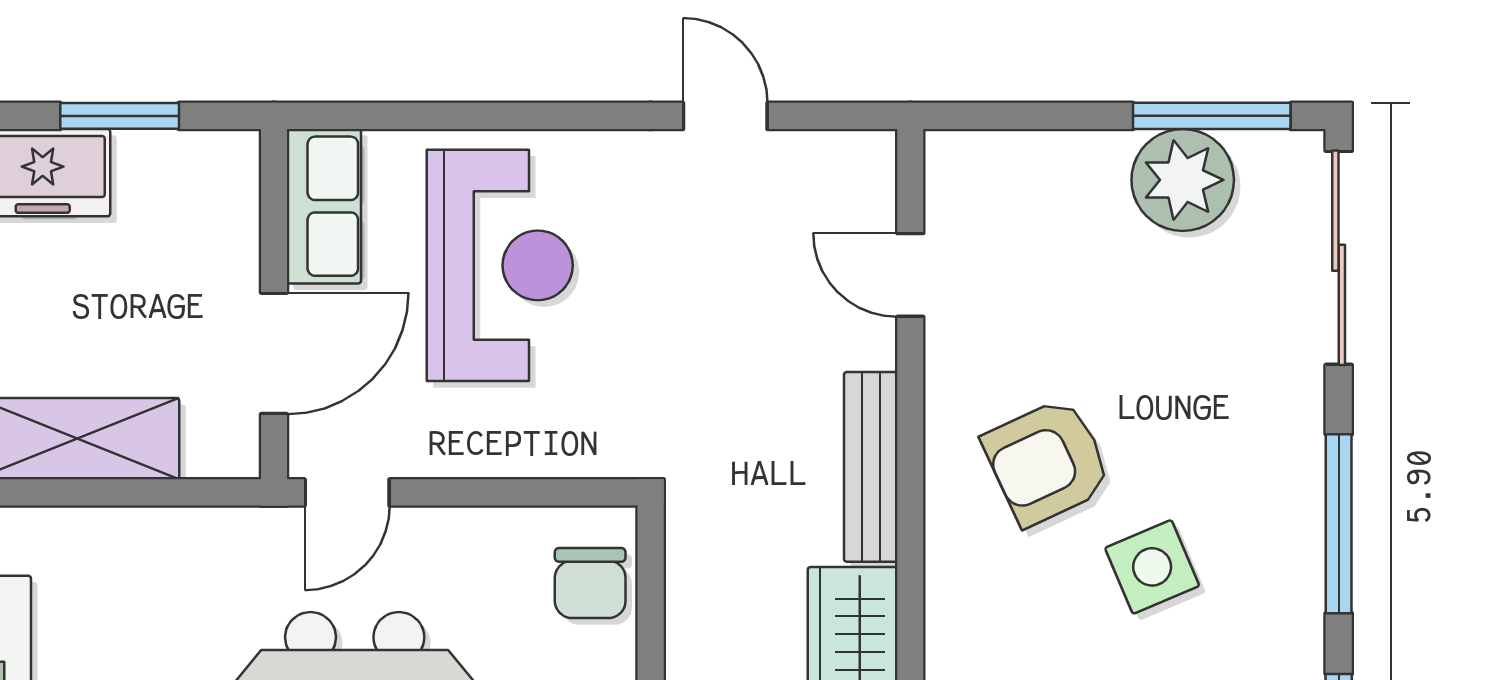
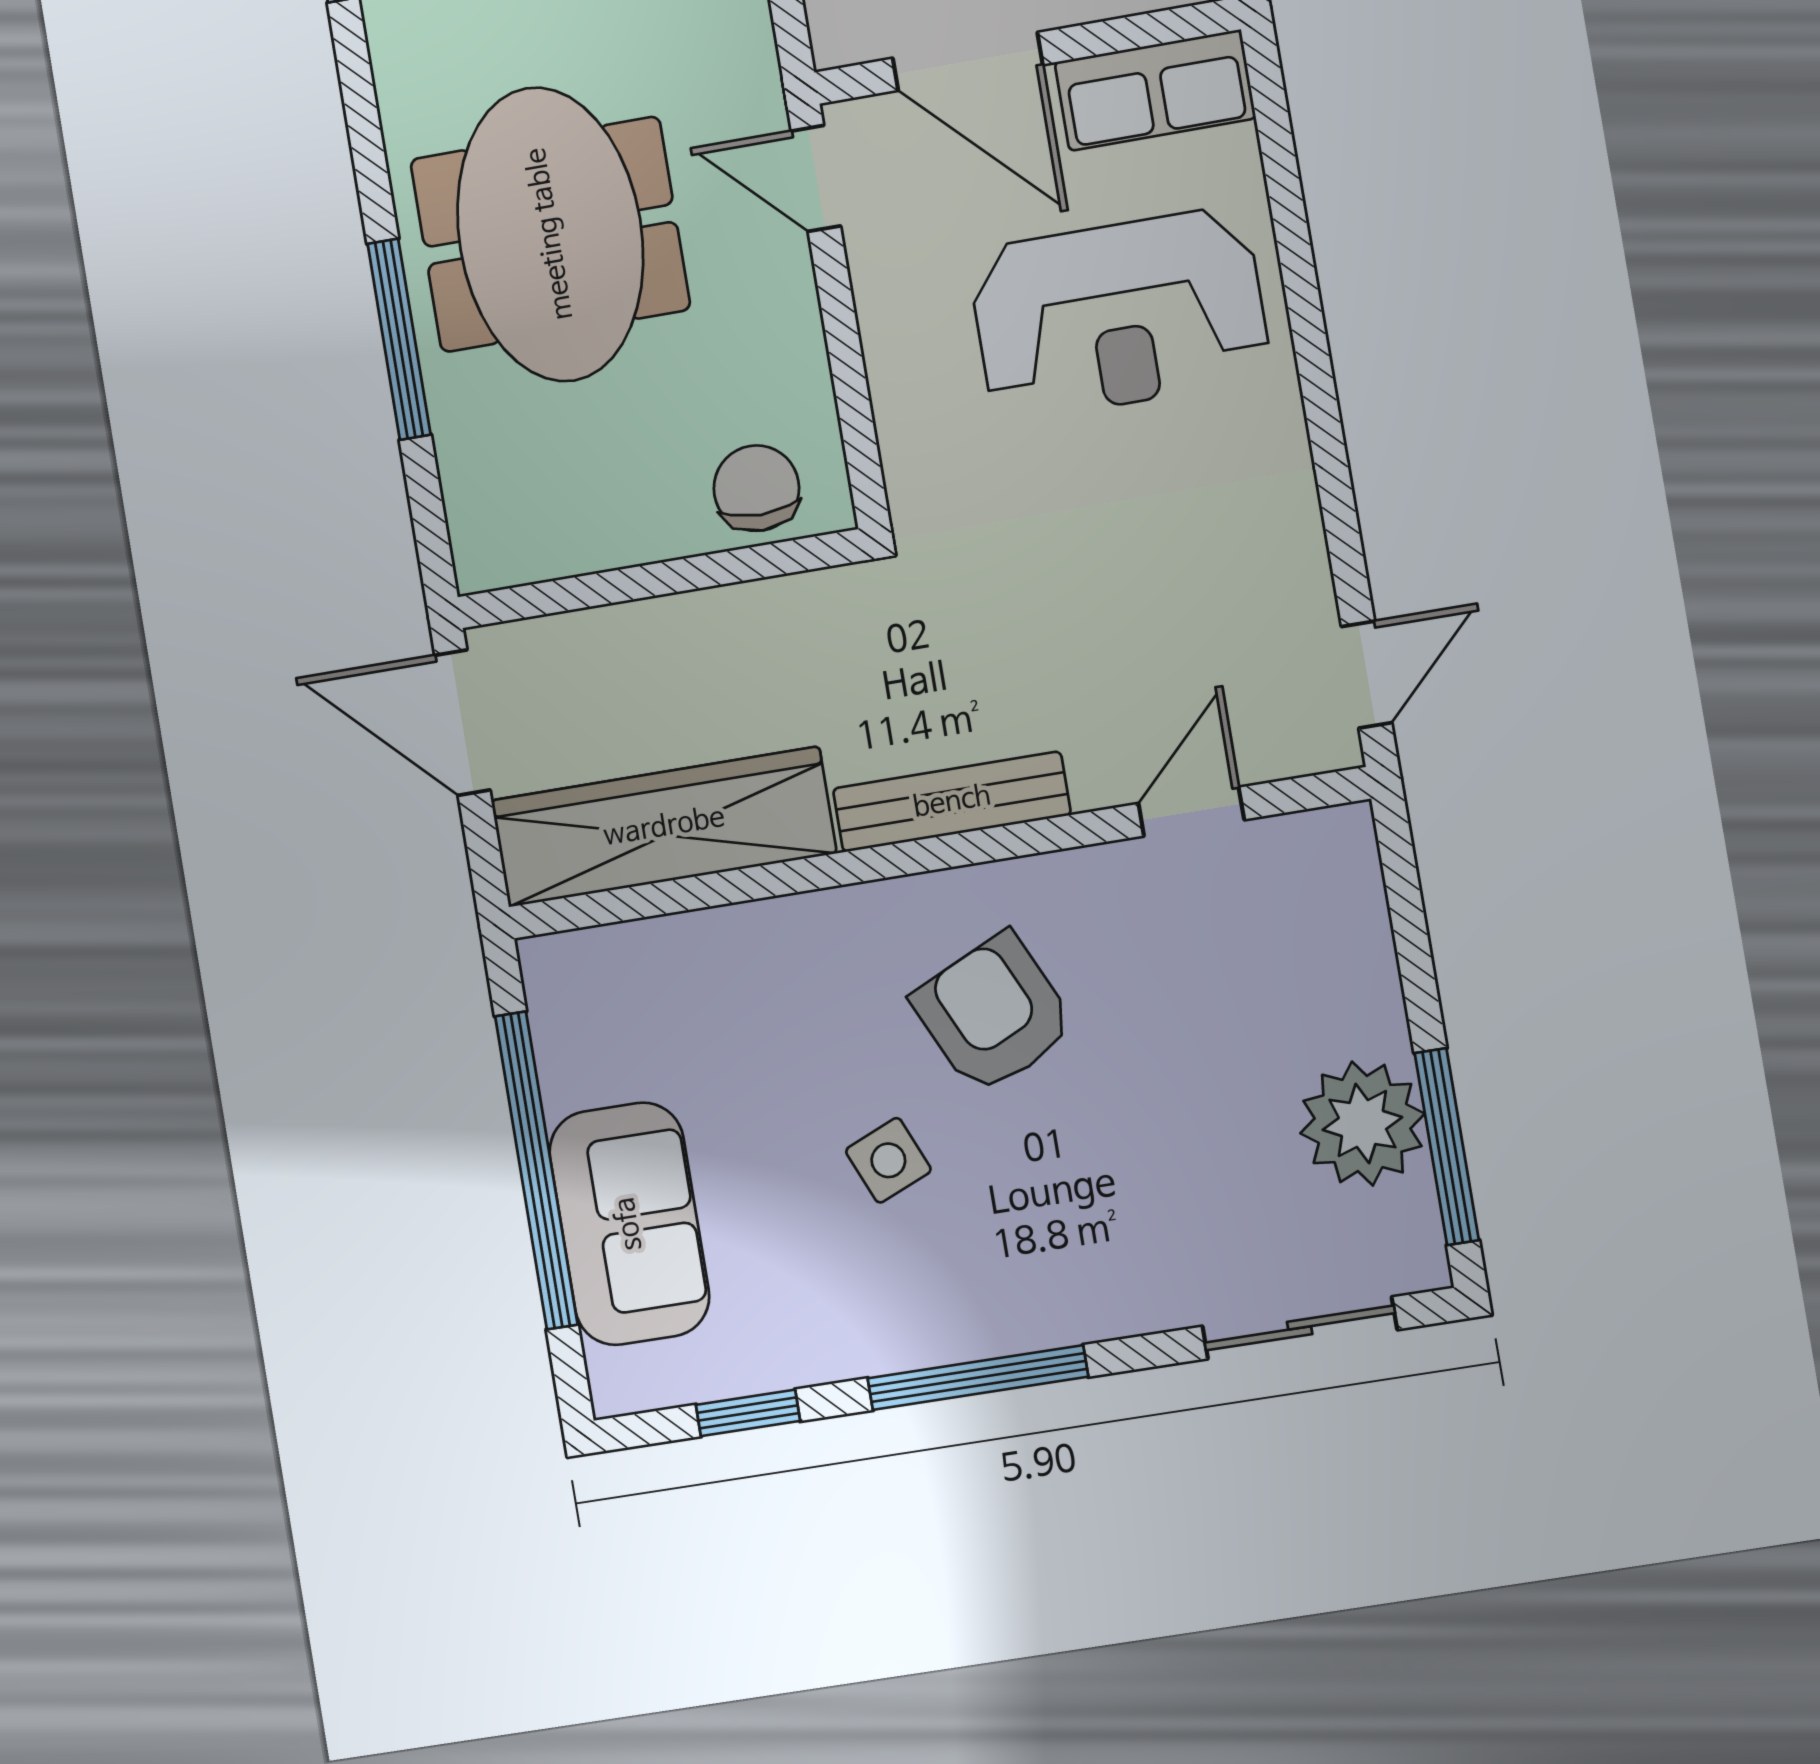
door: (725, 116) -> (1367, 675), moved
sliding door: (1339, 258) -> (1300, 1328), width x0.73
side table: (1152, 567) -> (888, 1160), width x0.73, depth x0.73
chair: (590, 583) -> (756, 488), turned 90

